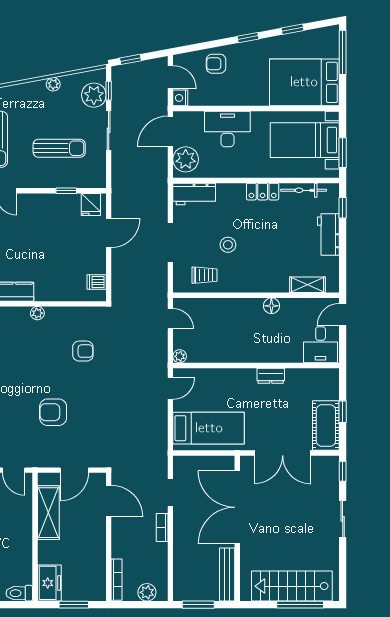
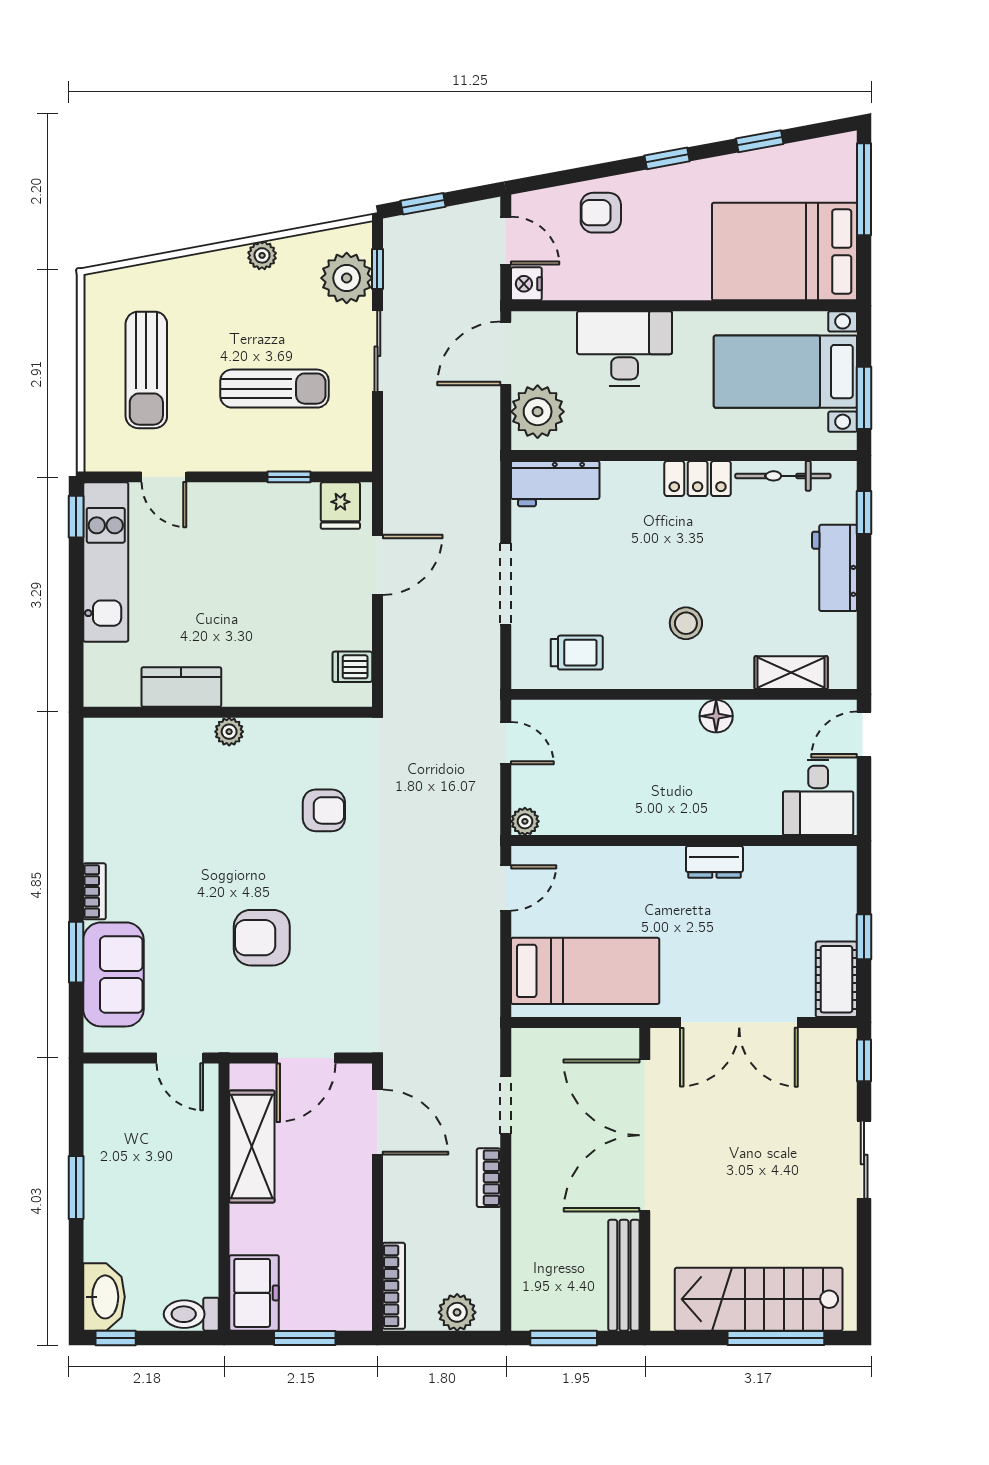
stool: (228, 245) -> (686, 623), moved
cot: (326, 425) -> (836, 979), width x0.73, depth x0.75

